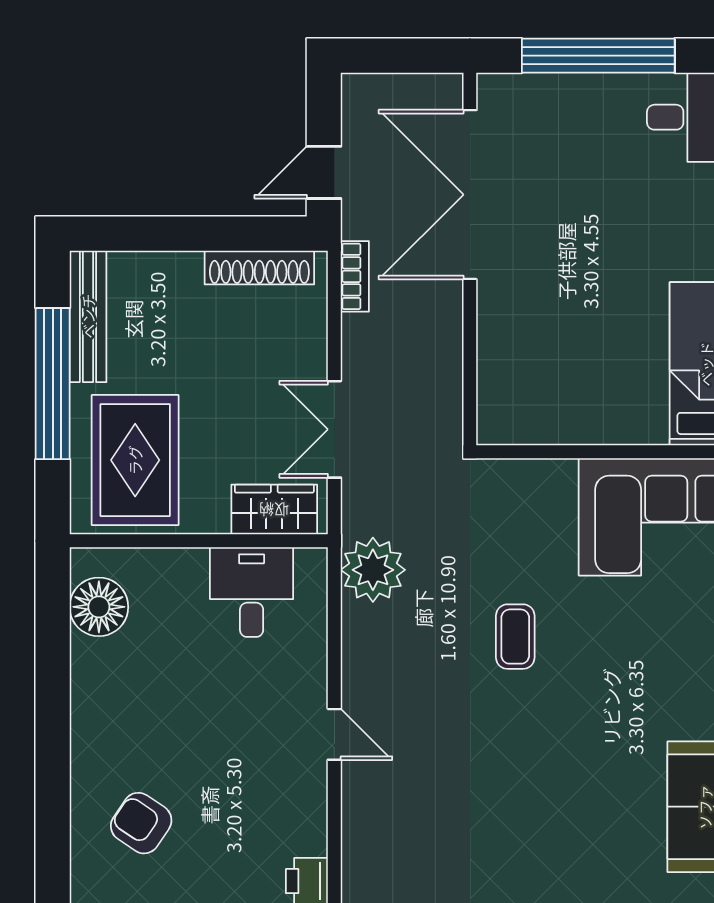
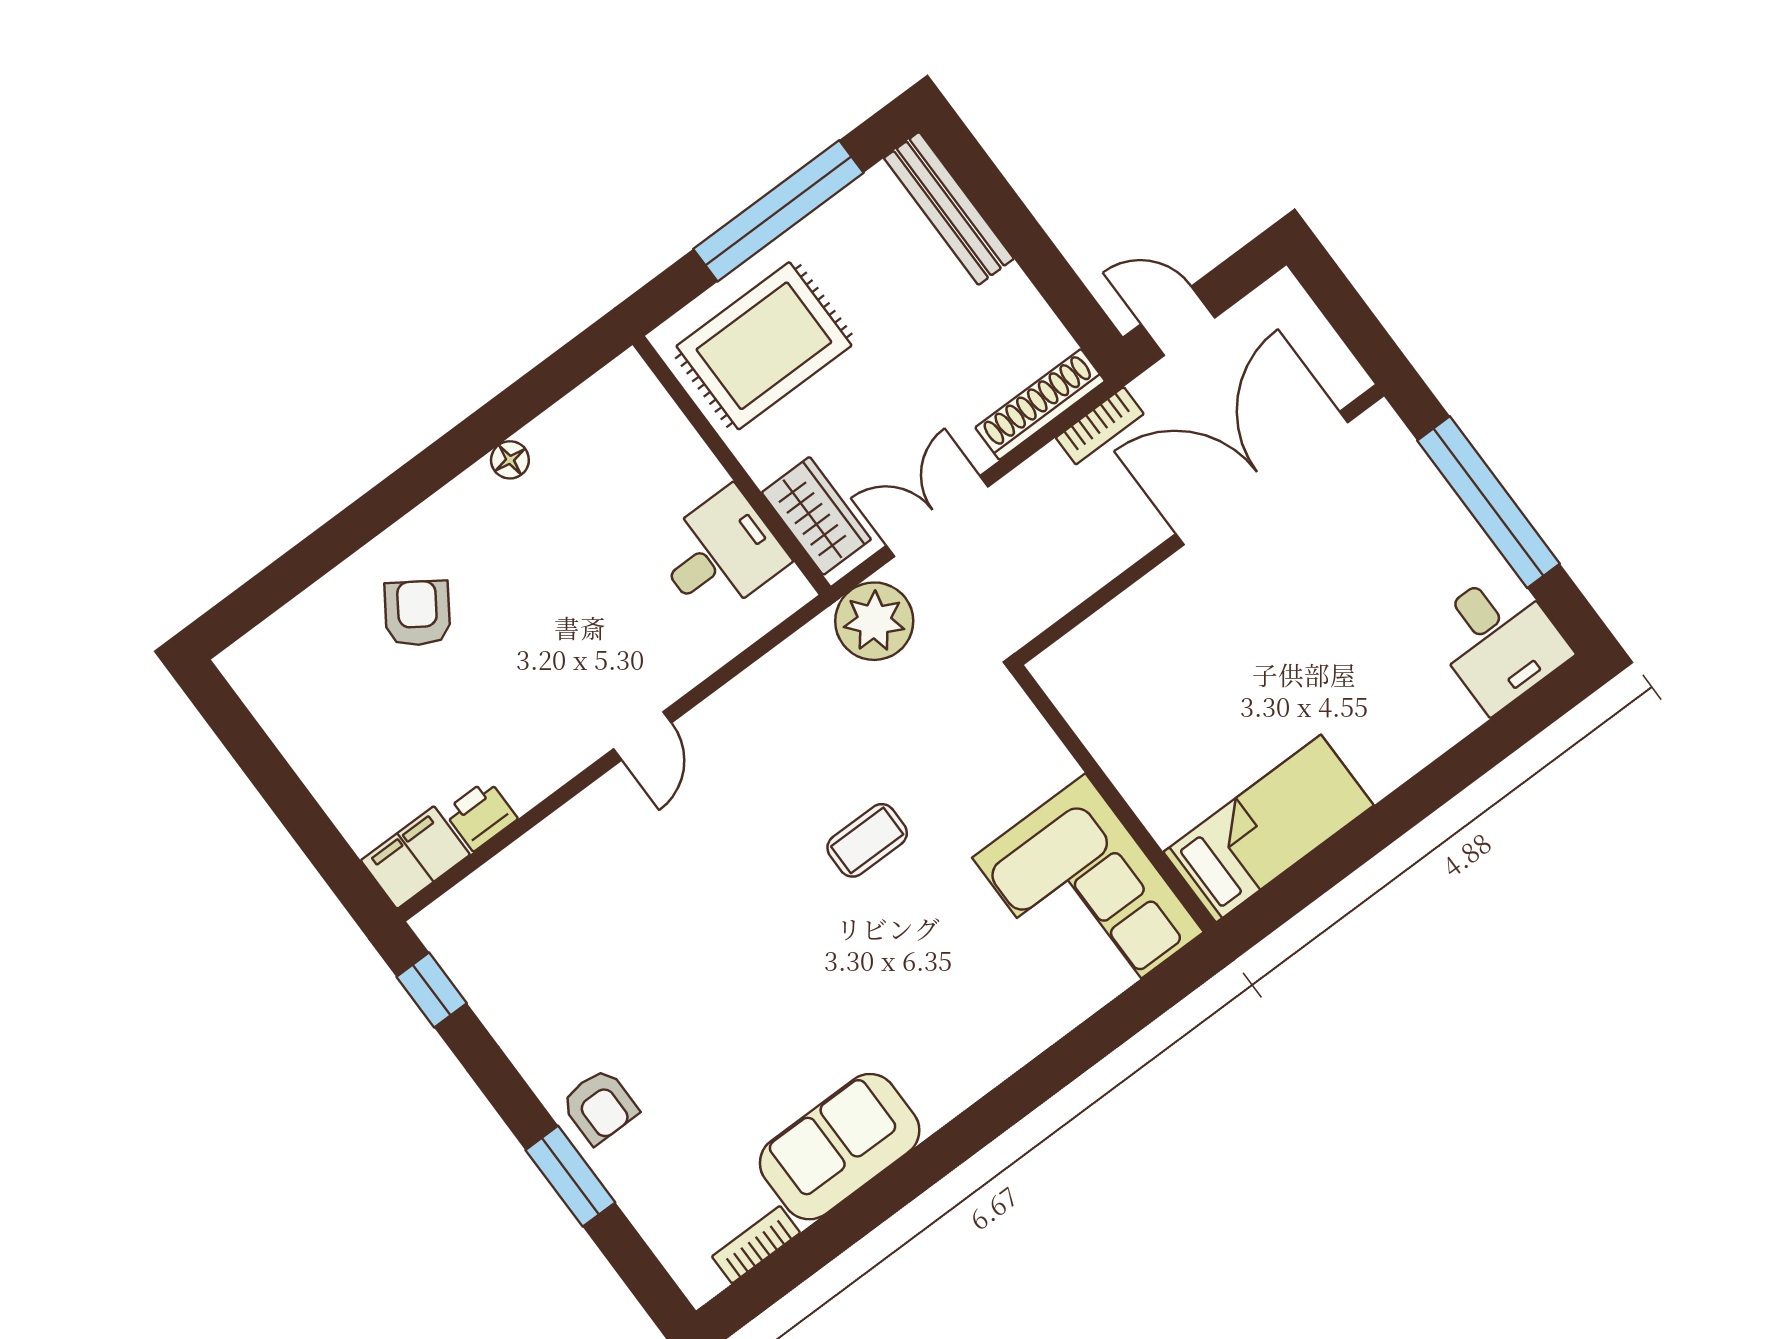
shoe rack: (259, 267) -> (1040, 404), moved, turned 90
bench: (88, 316) -> (949, 208), moved, turned 90
plant: (373, 570) -> (874, 621), moved
floor lamp: (99, 607) -> (510, 460), moved, width x0.53, depth x0.53

